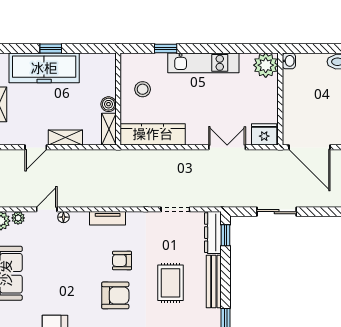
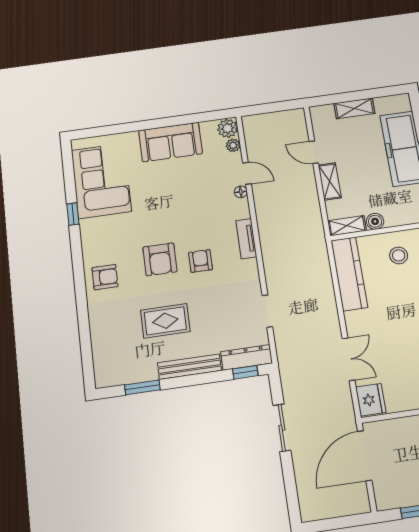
rug: (171, 283) -> (165, 321), moved

